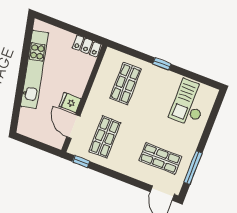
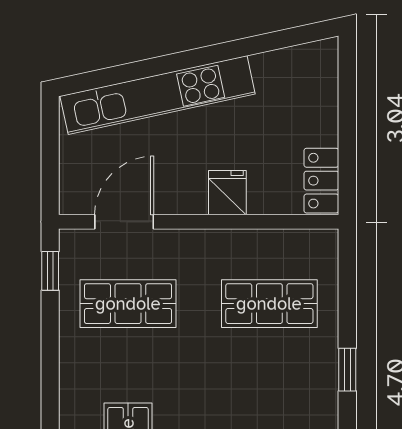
kitchen unit: (34, 69) -> (158, 95), moved
fridge: (70, 102) -> (227, 193), moved

